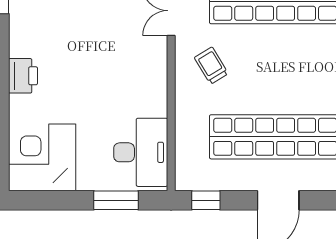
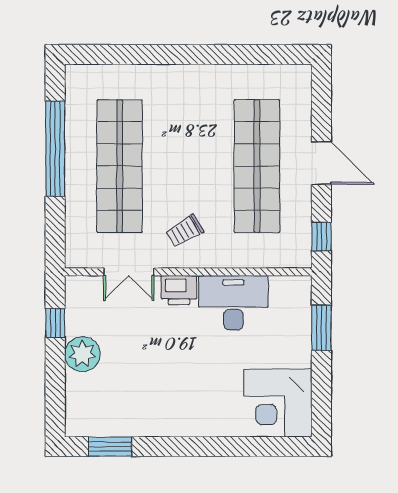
printer: (23, 76) -> (179, 290), moved, turned 180
desk: (141, 152) -> (233, 303), moved

